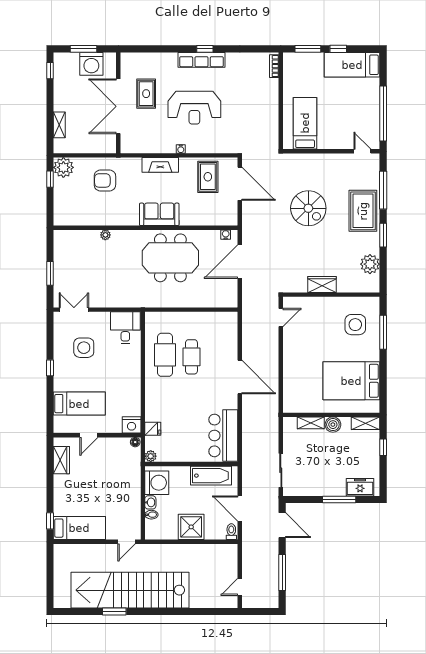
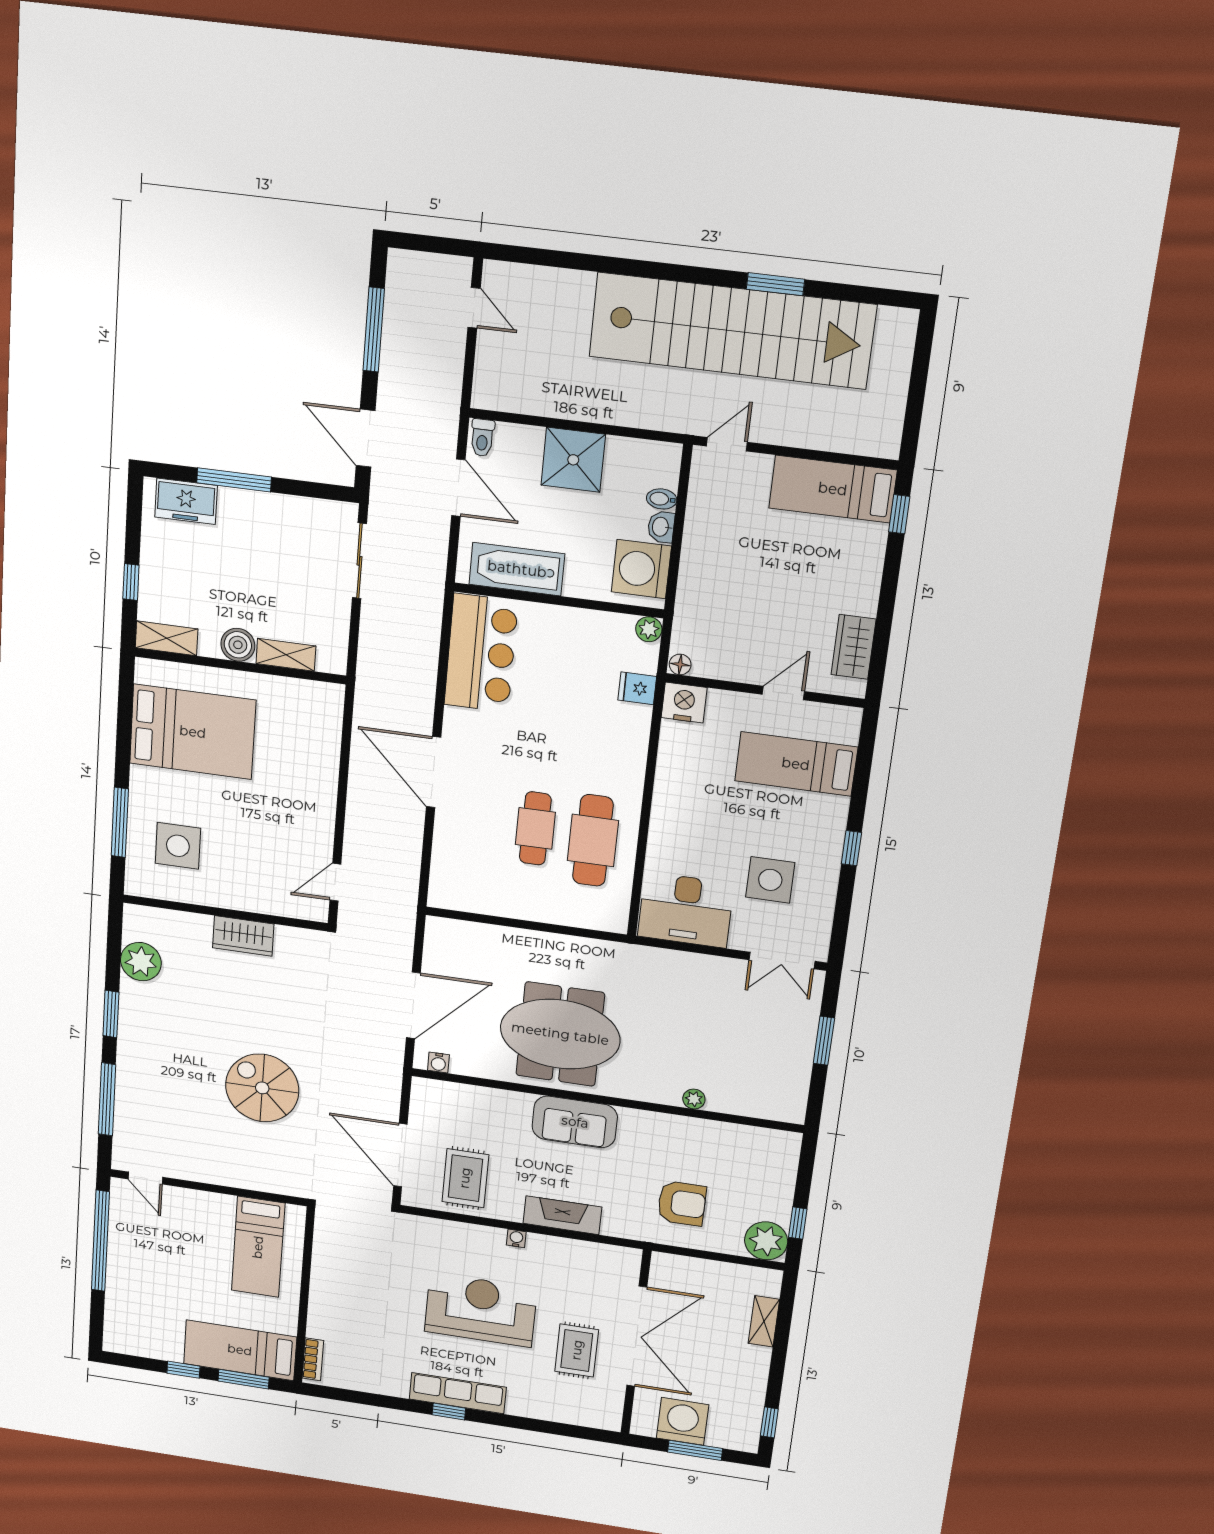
bed: (352, 65) -> (240, 1350), moved, turned 180
rug: (363, 211) -> (150, 1067), removed
desk: (125, 328) -> (686, 910), width x1.37
door: (240, 587) -> (474, 308), hinge flipped

